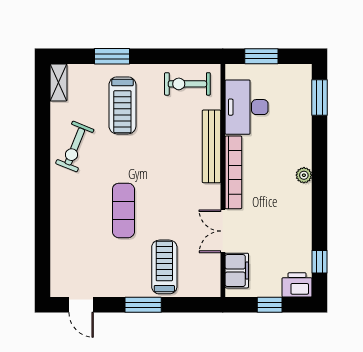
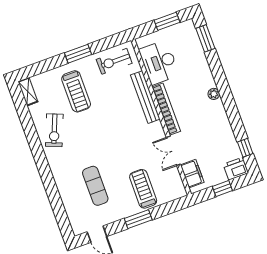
window: (112, 56) -> (78, 54), moved
window: (261, 56) -> (167, 21), moved
exercise mat: (123, 210) -> (95, 186), moved

